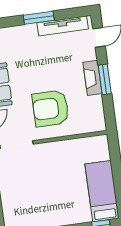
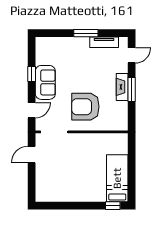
tv unit: (63, 26) -> (104, 42), width x0.71

